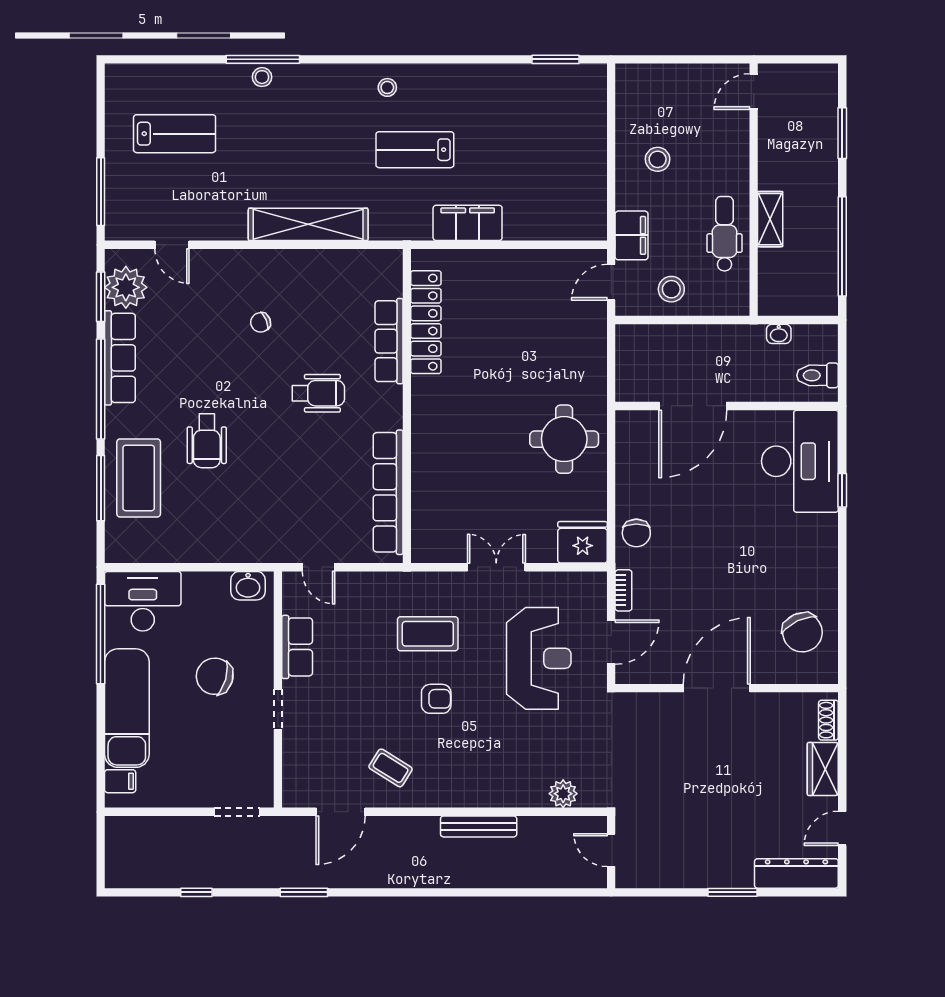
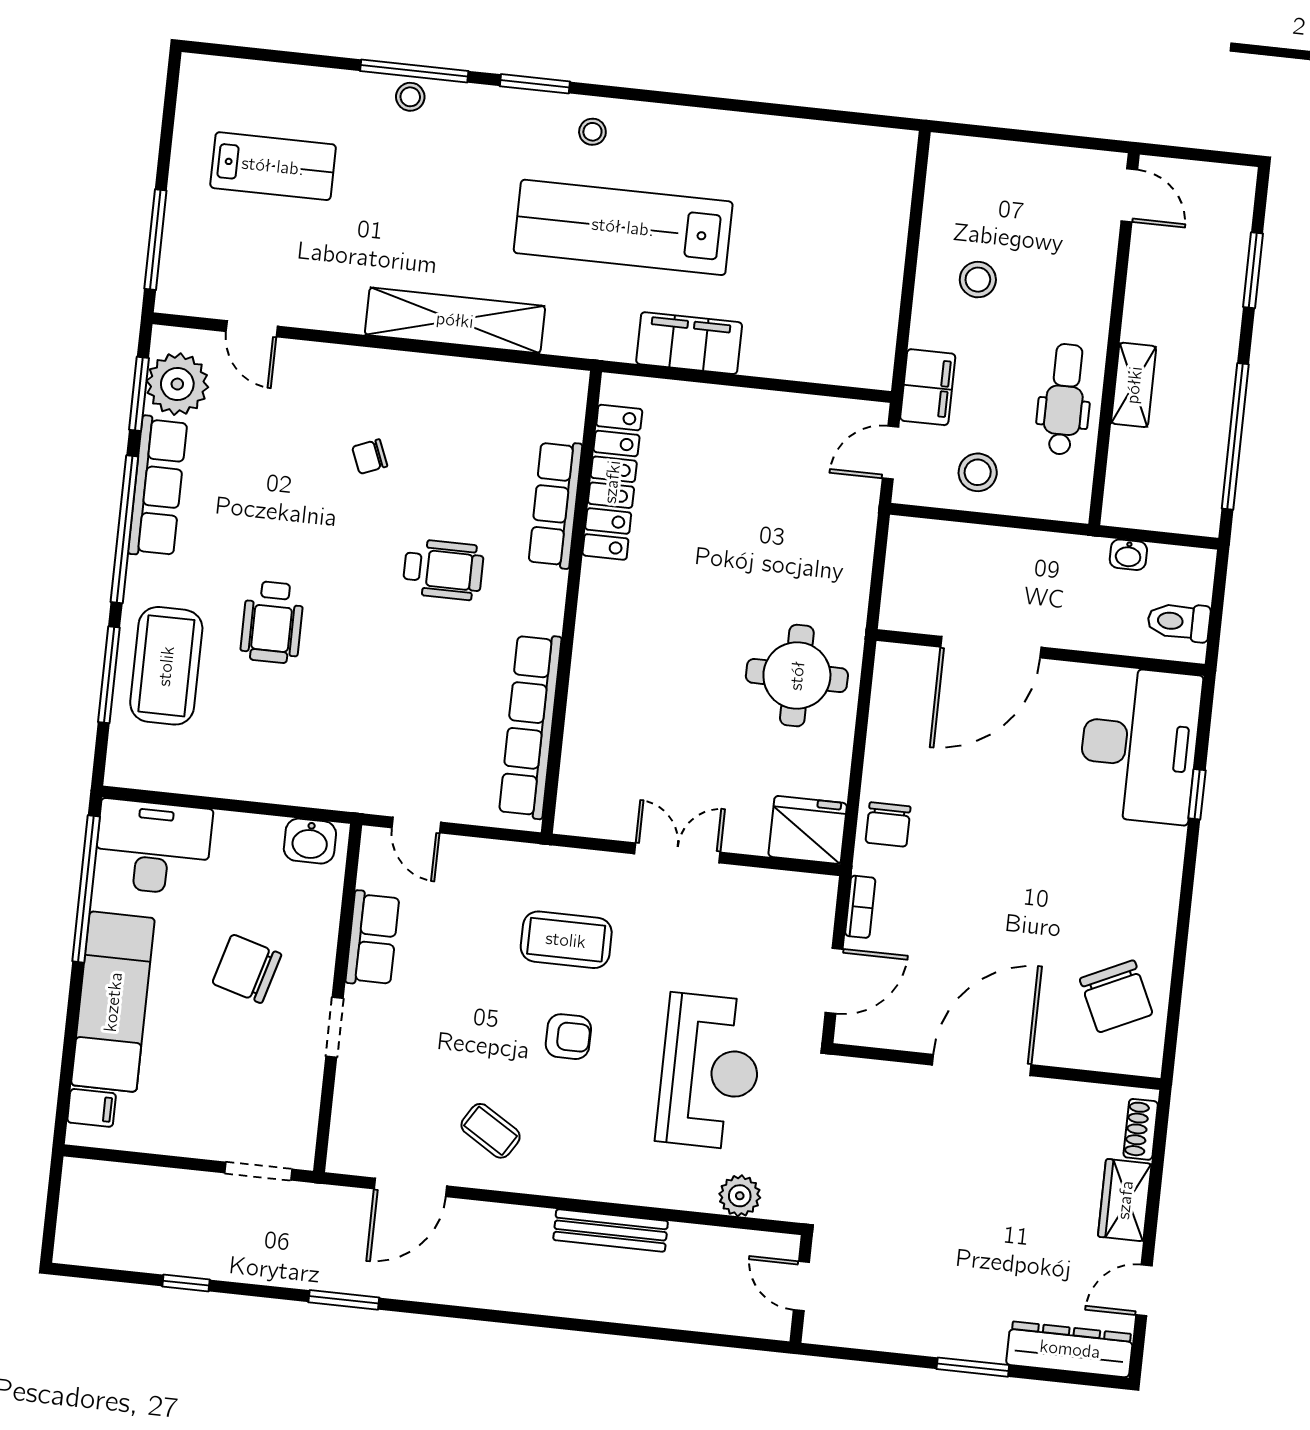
window: (556, 59) -> (535, 84), moved
door: (754, 92) -> (1129, 195), swing flipped
lab bench: (415, 150) -> (623, 227), width x1.86, depth x1.39
reception desk: (539, 658) -> (710, 1071), moved

